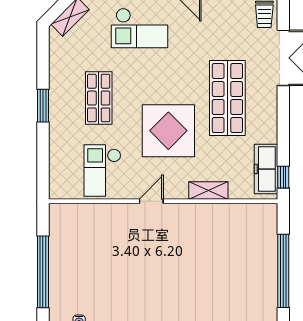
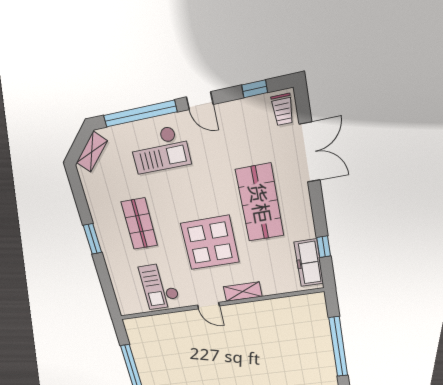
window: (283, 177) -> (324, 247), moved
shelving: (208, 191) -> (243, 292), moved
door: (151, 201) -> (209, 306), swing flipped

